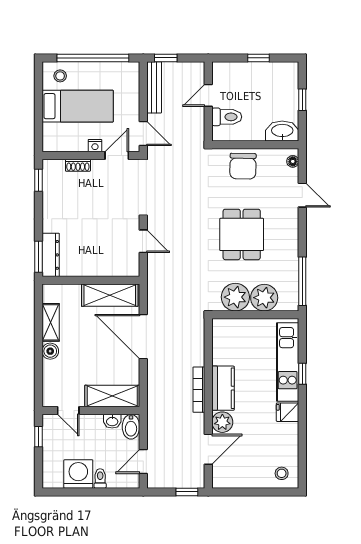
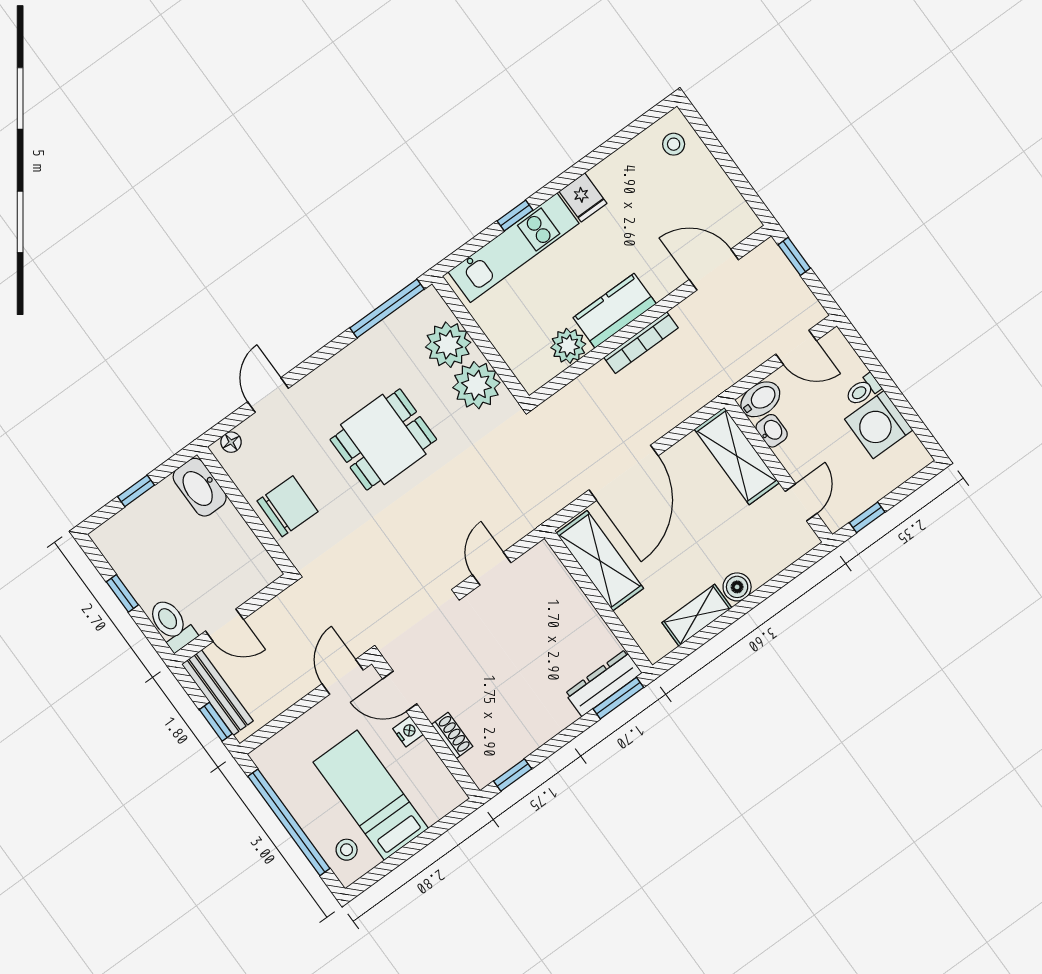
bench: (154, 87) -> (217, 693), moved, turned 90
toilet: (227, 117) -> (172, 625), moved
plant: (222, 422) -> (568, 346), moved

